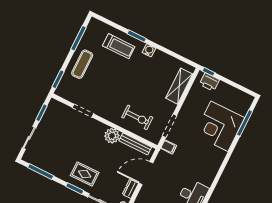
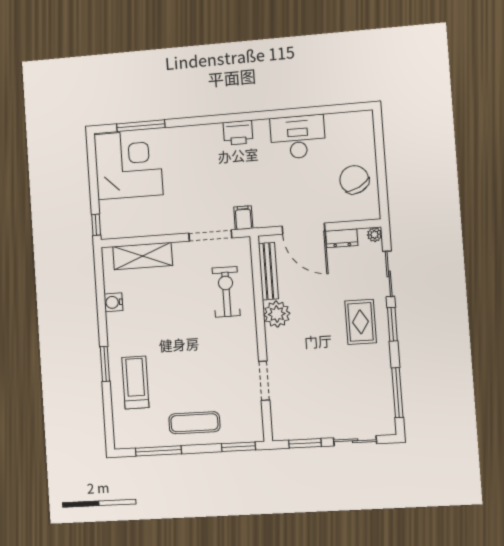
water cooler: (149, 50) -> (113, 302), moved
printer: (209, 82) -> (238, 133), moved, turned 90
corner desk: (219, 126) -> (128, 165), moved, turned -90

